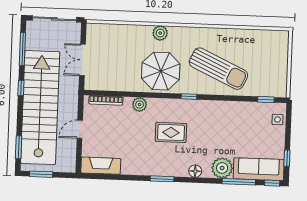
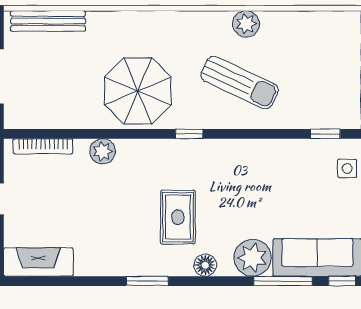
bench: (112, 30) -> (48, 21), added
plant: (160, 33) -> (246, 24), moved
sun lounger: (218, 69) -> (240, 83), width x0.73, depth x0.75
rug: (171, 132) -> (178, 217), moved, turned 90

